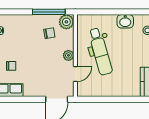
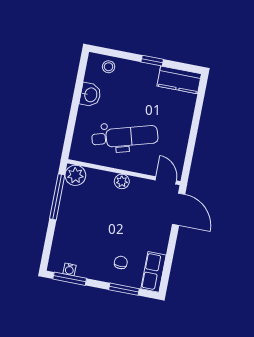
chair: (49, 33) -> (86, 202), removed
door: (75, 74) -> (166, 180), moved

